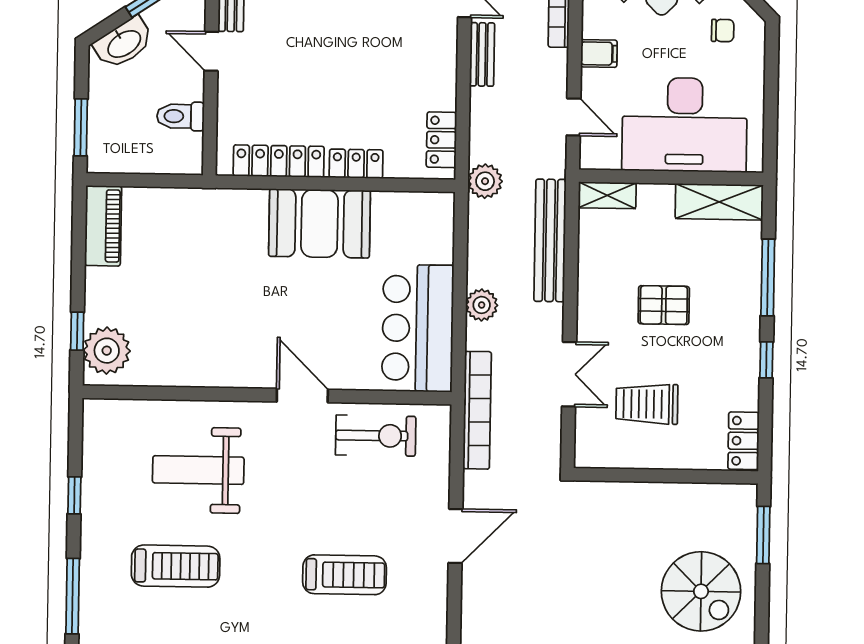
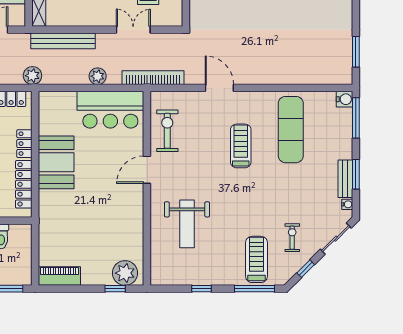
treadmill: (176, 566) -> (256, 259), moved

